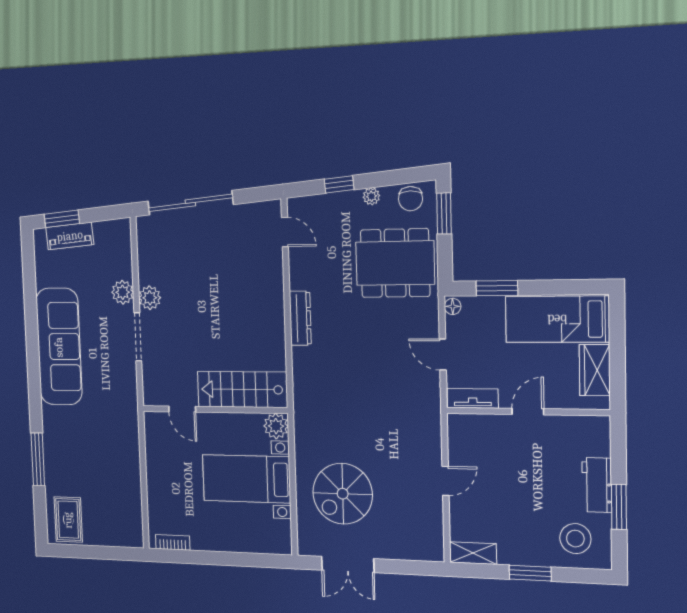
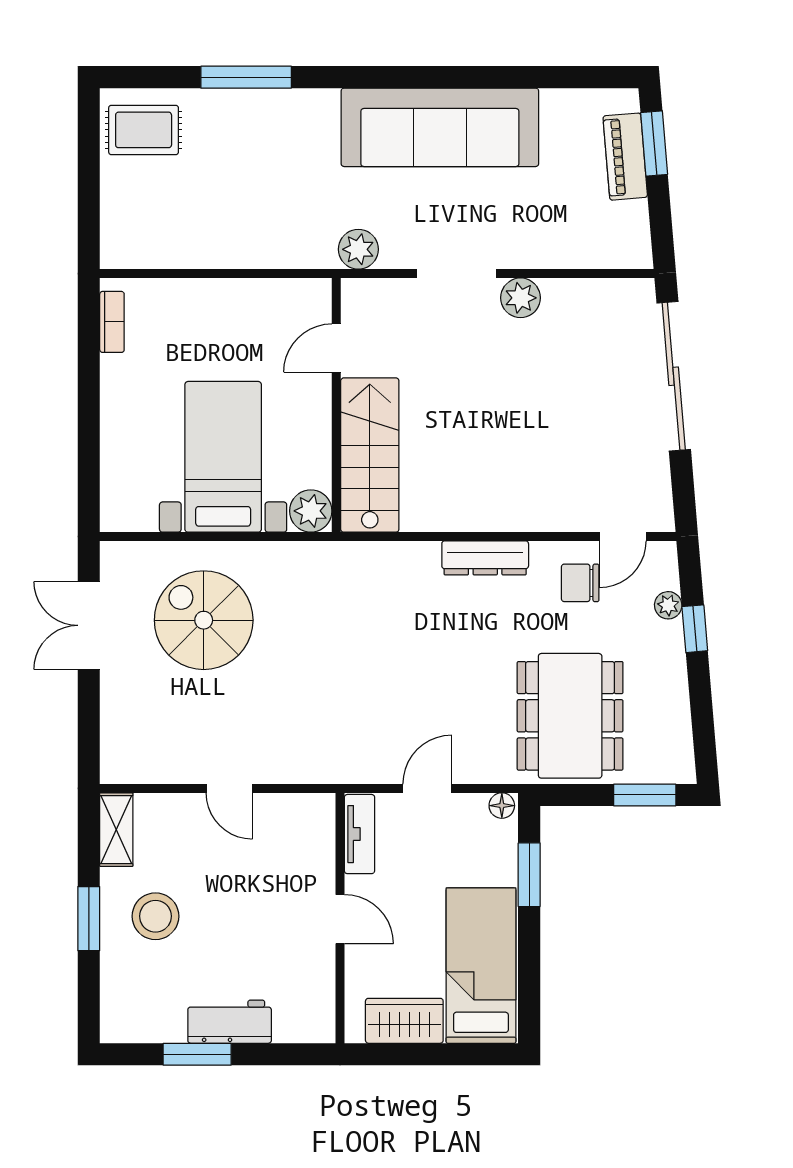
plant: (371, 196) -> (668, 605), moved
chair: (411, 199) -> (580, 583), moved
plant: (123, 292) -> (358, 249), moved
stool: (575, 539) -> (155, 916), moved

